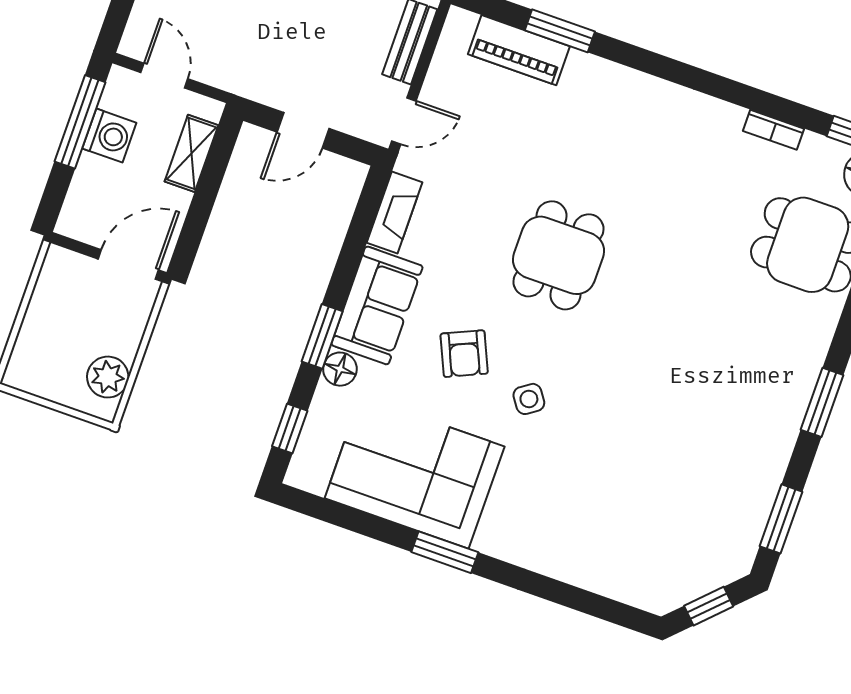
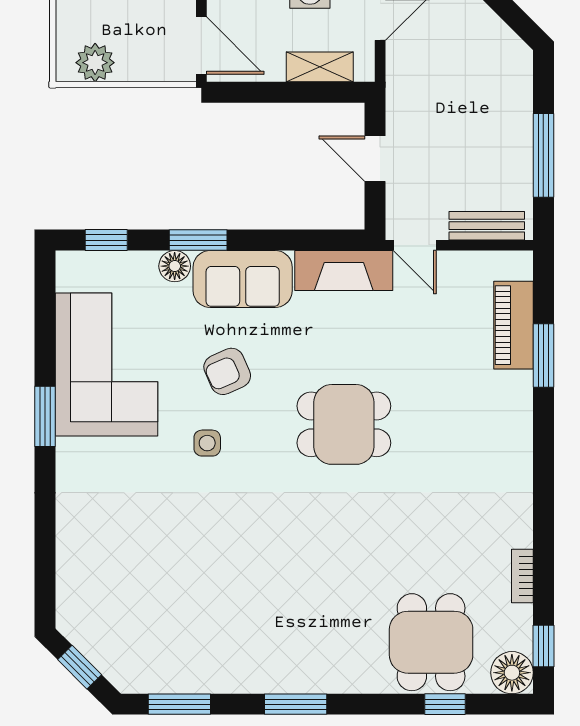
fireplace: (395, 213) -> (344, 270), width x1.37, depth x1.32
side table: (529, 399) -> (207, 443), turned 35

